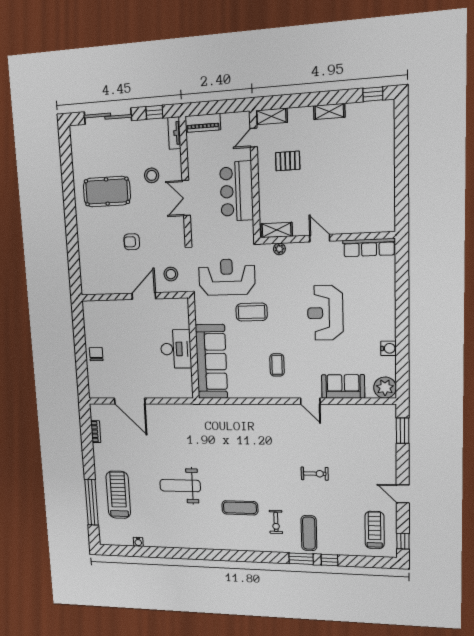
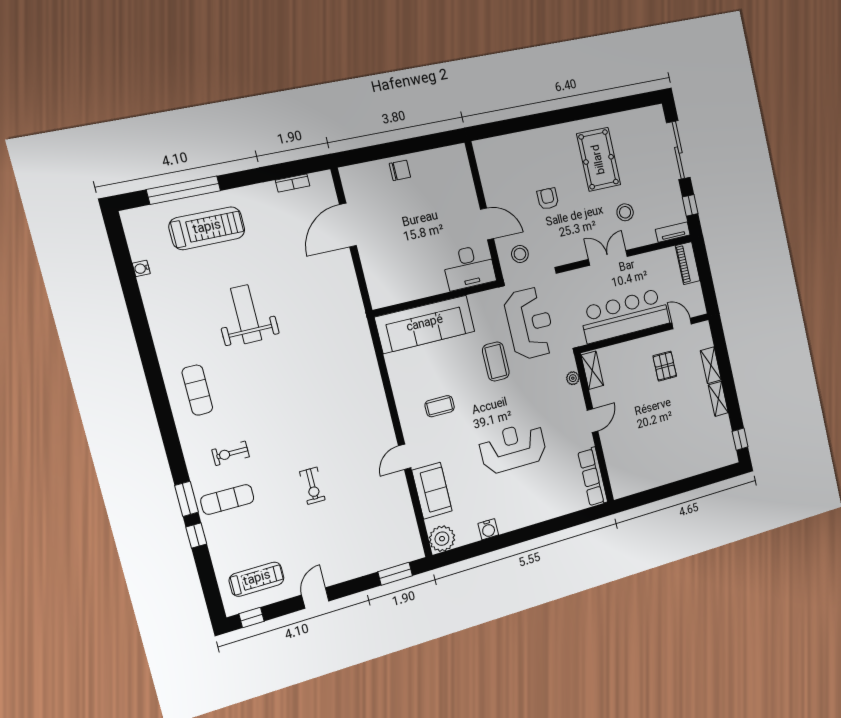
shelving: (271, 116) -> (711, 365), moved
bar counter: (237, 191) -> (625, 316), width x1.36
desk: (176, 349) -> (469, 267), moved
exercise mat: (240, 508) -> (197, 390), moved

